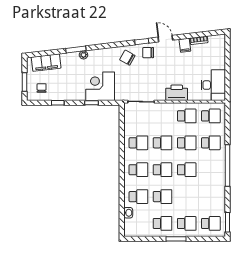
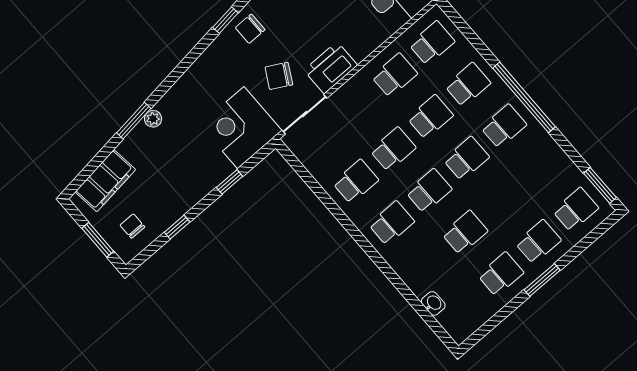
chair: (127, 58) -> (279, 76), moved
corner desk: (100, 86) -> (241, 128), moved
printer: (177, 93) -> (331, 68), moved
school desk: (138, 197) -> (504, 126), moved

